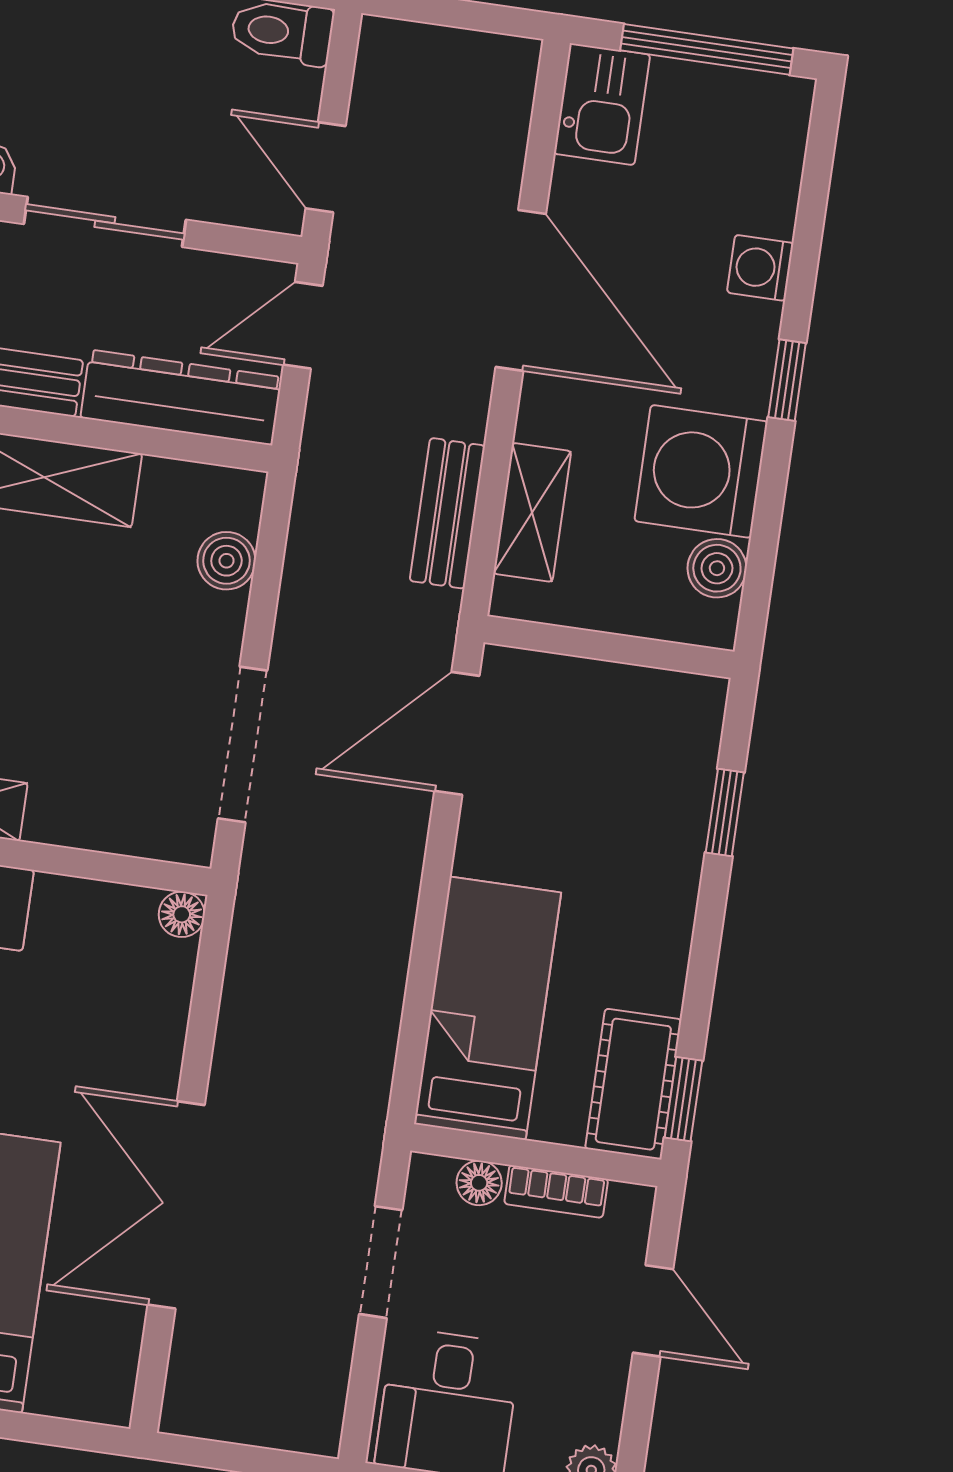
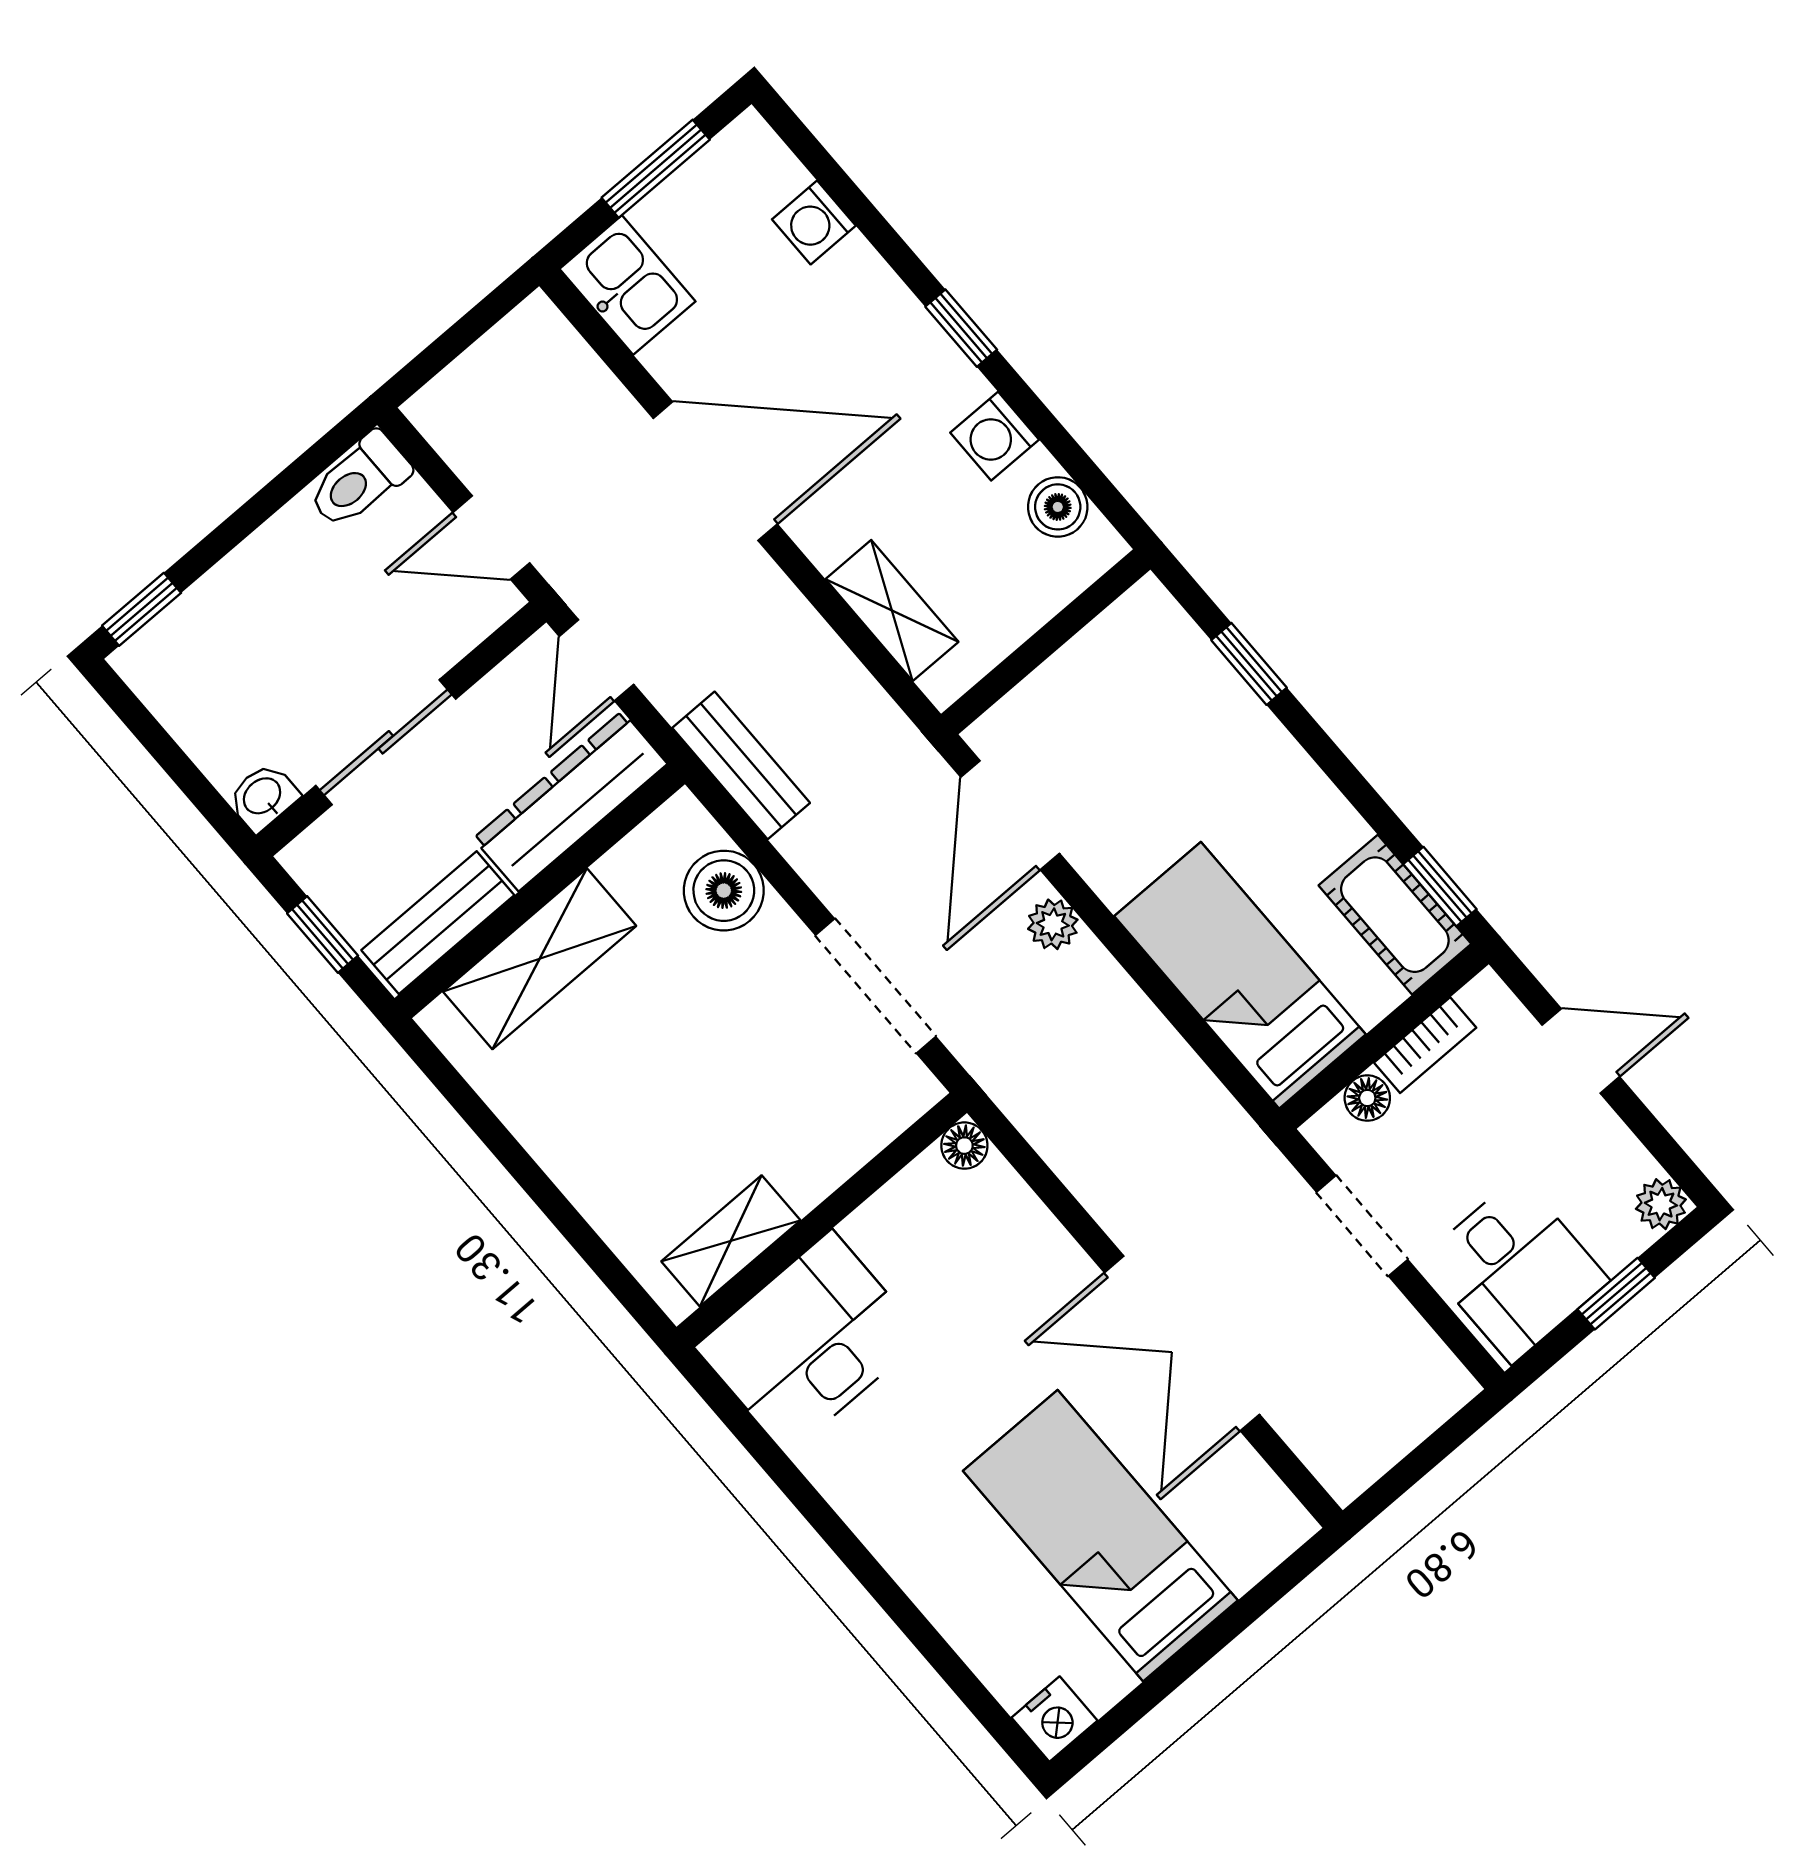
window: (707, 49) -> (656, 169), width x0.69
washing machine: (760, 268) -> (814, 222), moved
washing machine: (701, 471) -> (995, 436), width x0.53, depth x0.53
bench: (447, 513) -> (741, 765), moved
boiler: (226, 561) -> (724, 891), width x1.36, depth x1.36
plant: (404, 836) -> (1053, 924), added

